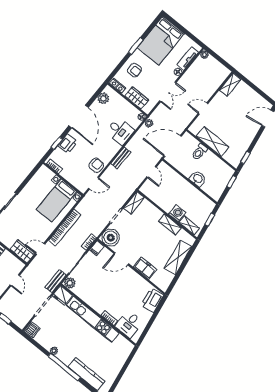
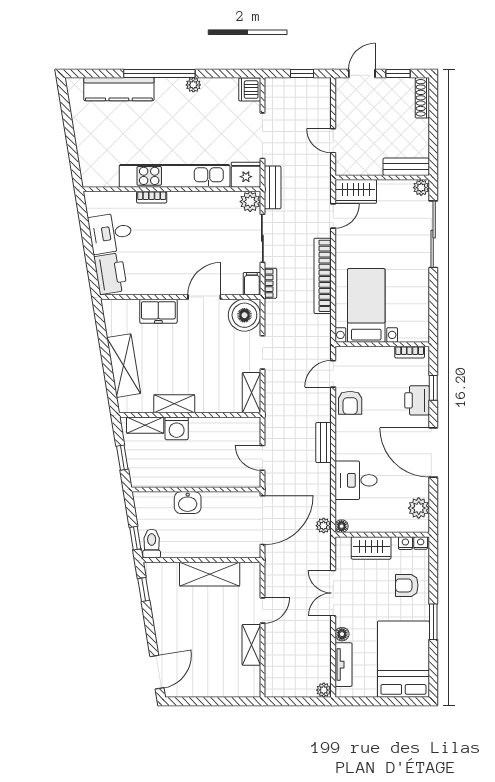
shelving: (230, 85) -> (251, 645), moved
toilet: (199, 152) -> (152, 544), moved
desk: (129, 324) -> (110, 233), moved, turned -99

